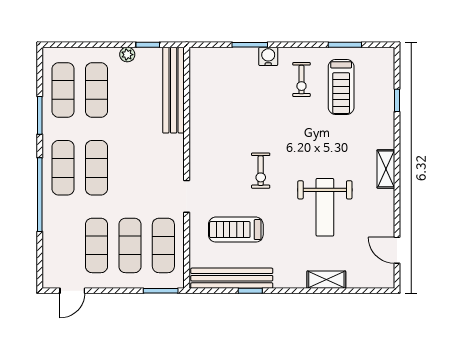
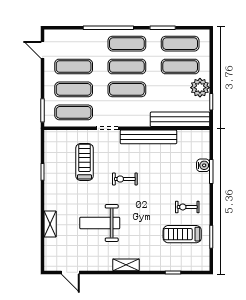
plant: (127, 55) -> (200, 88), width x1.88, depth x1.88
water cooler: (268, 56) -> (203, 165), moved
exercise mat: (130, 168) -> (127, 89), added
door: (397, 250) -> (70, 272), swing flipped
bench: (232, 278) -> (148, 137), moved, turned 90

